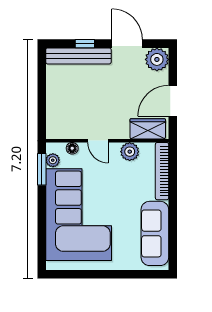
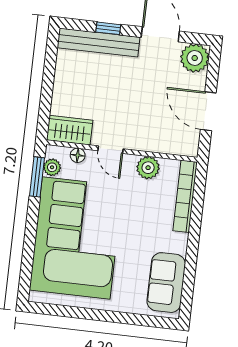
door: (173, 101) -> (208, 111), hinge flipped
wardrobe: (148, 129) -> (70, 130), moved
sofa: (155, 233) -> (166, 283), width x0.73

